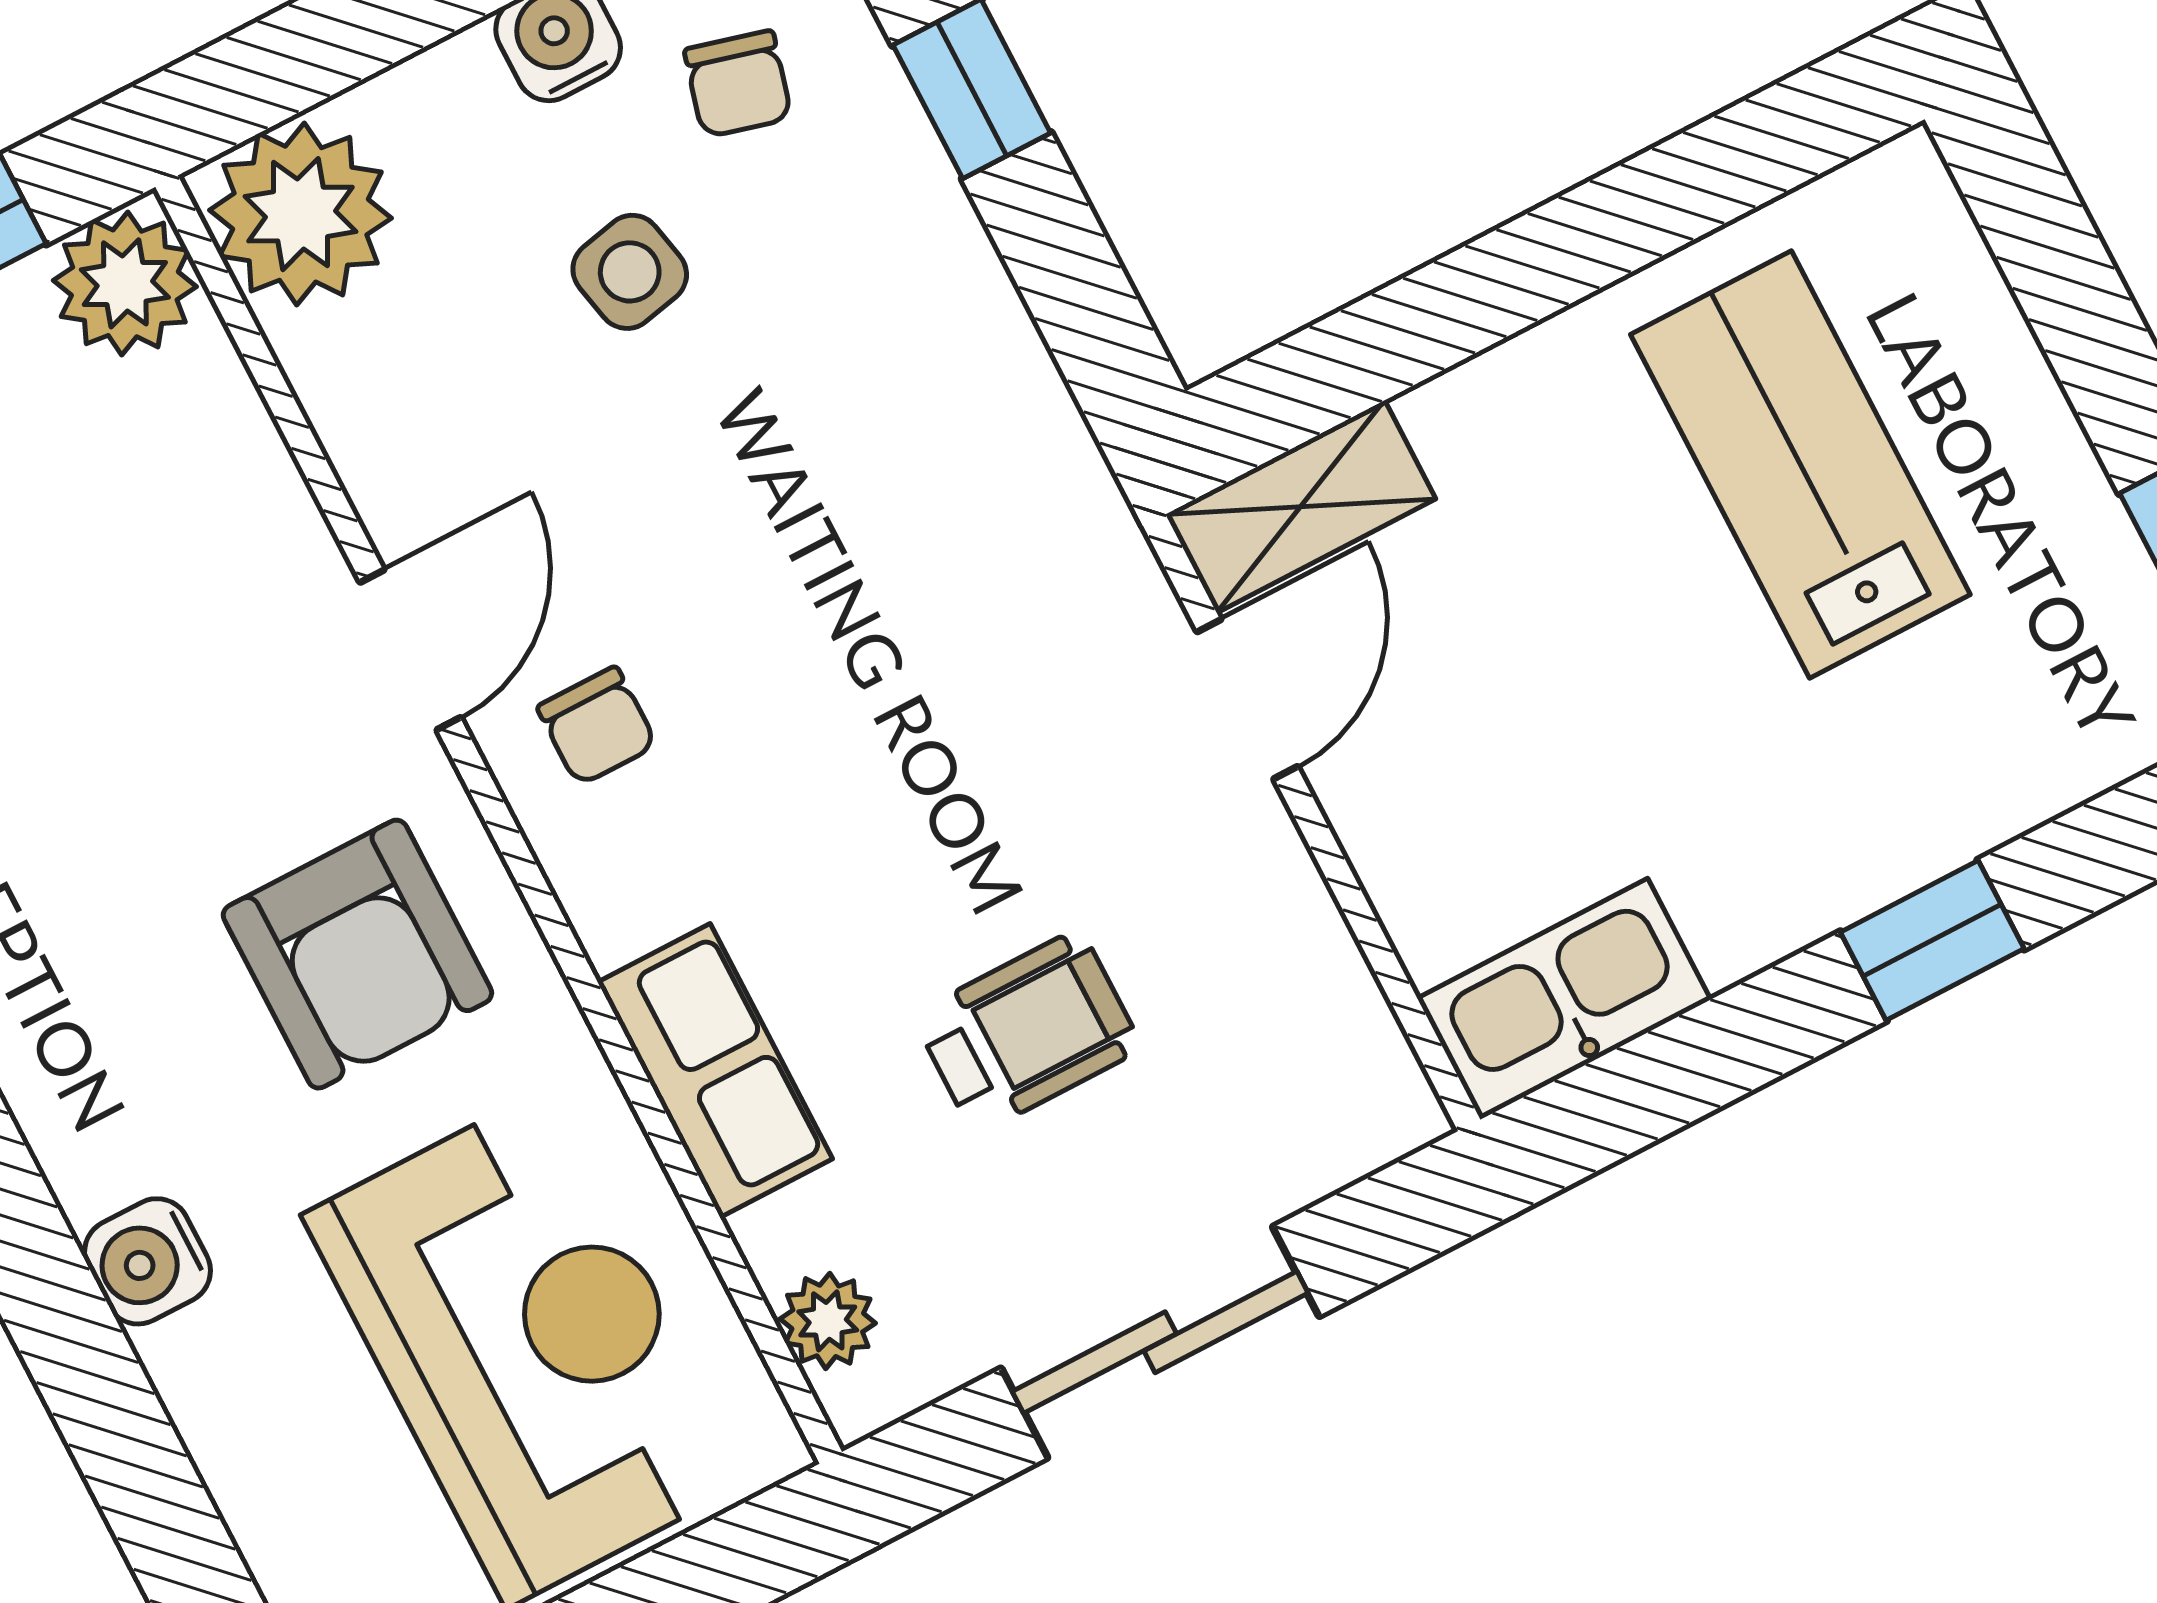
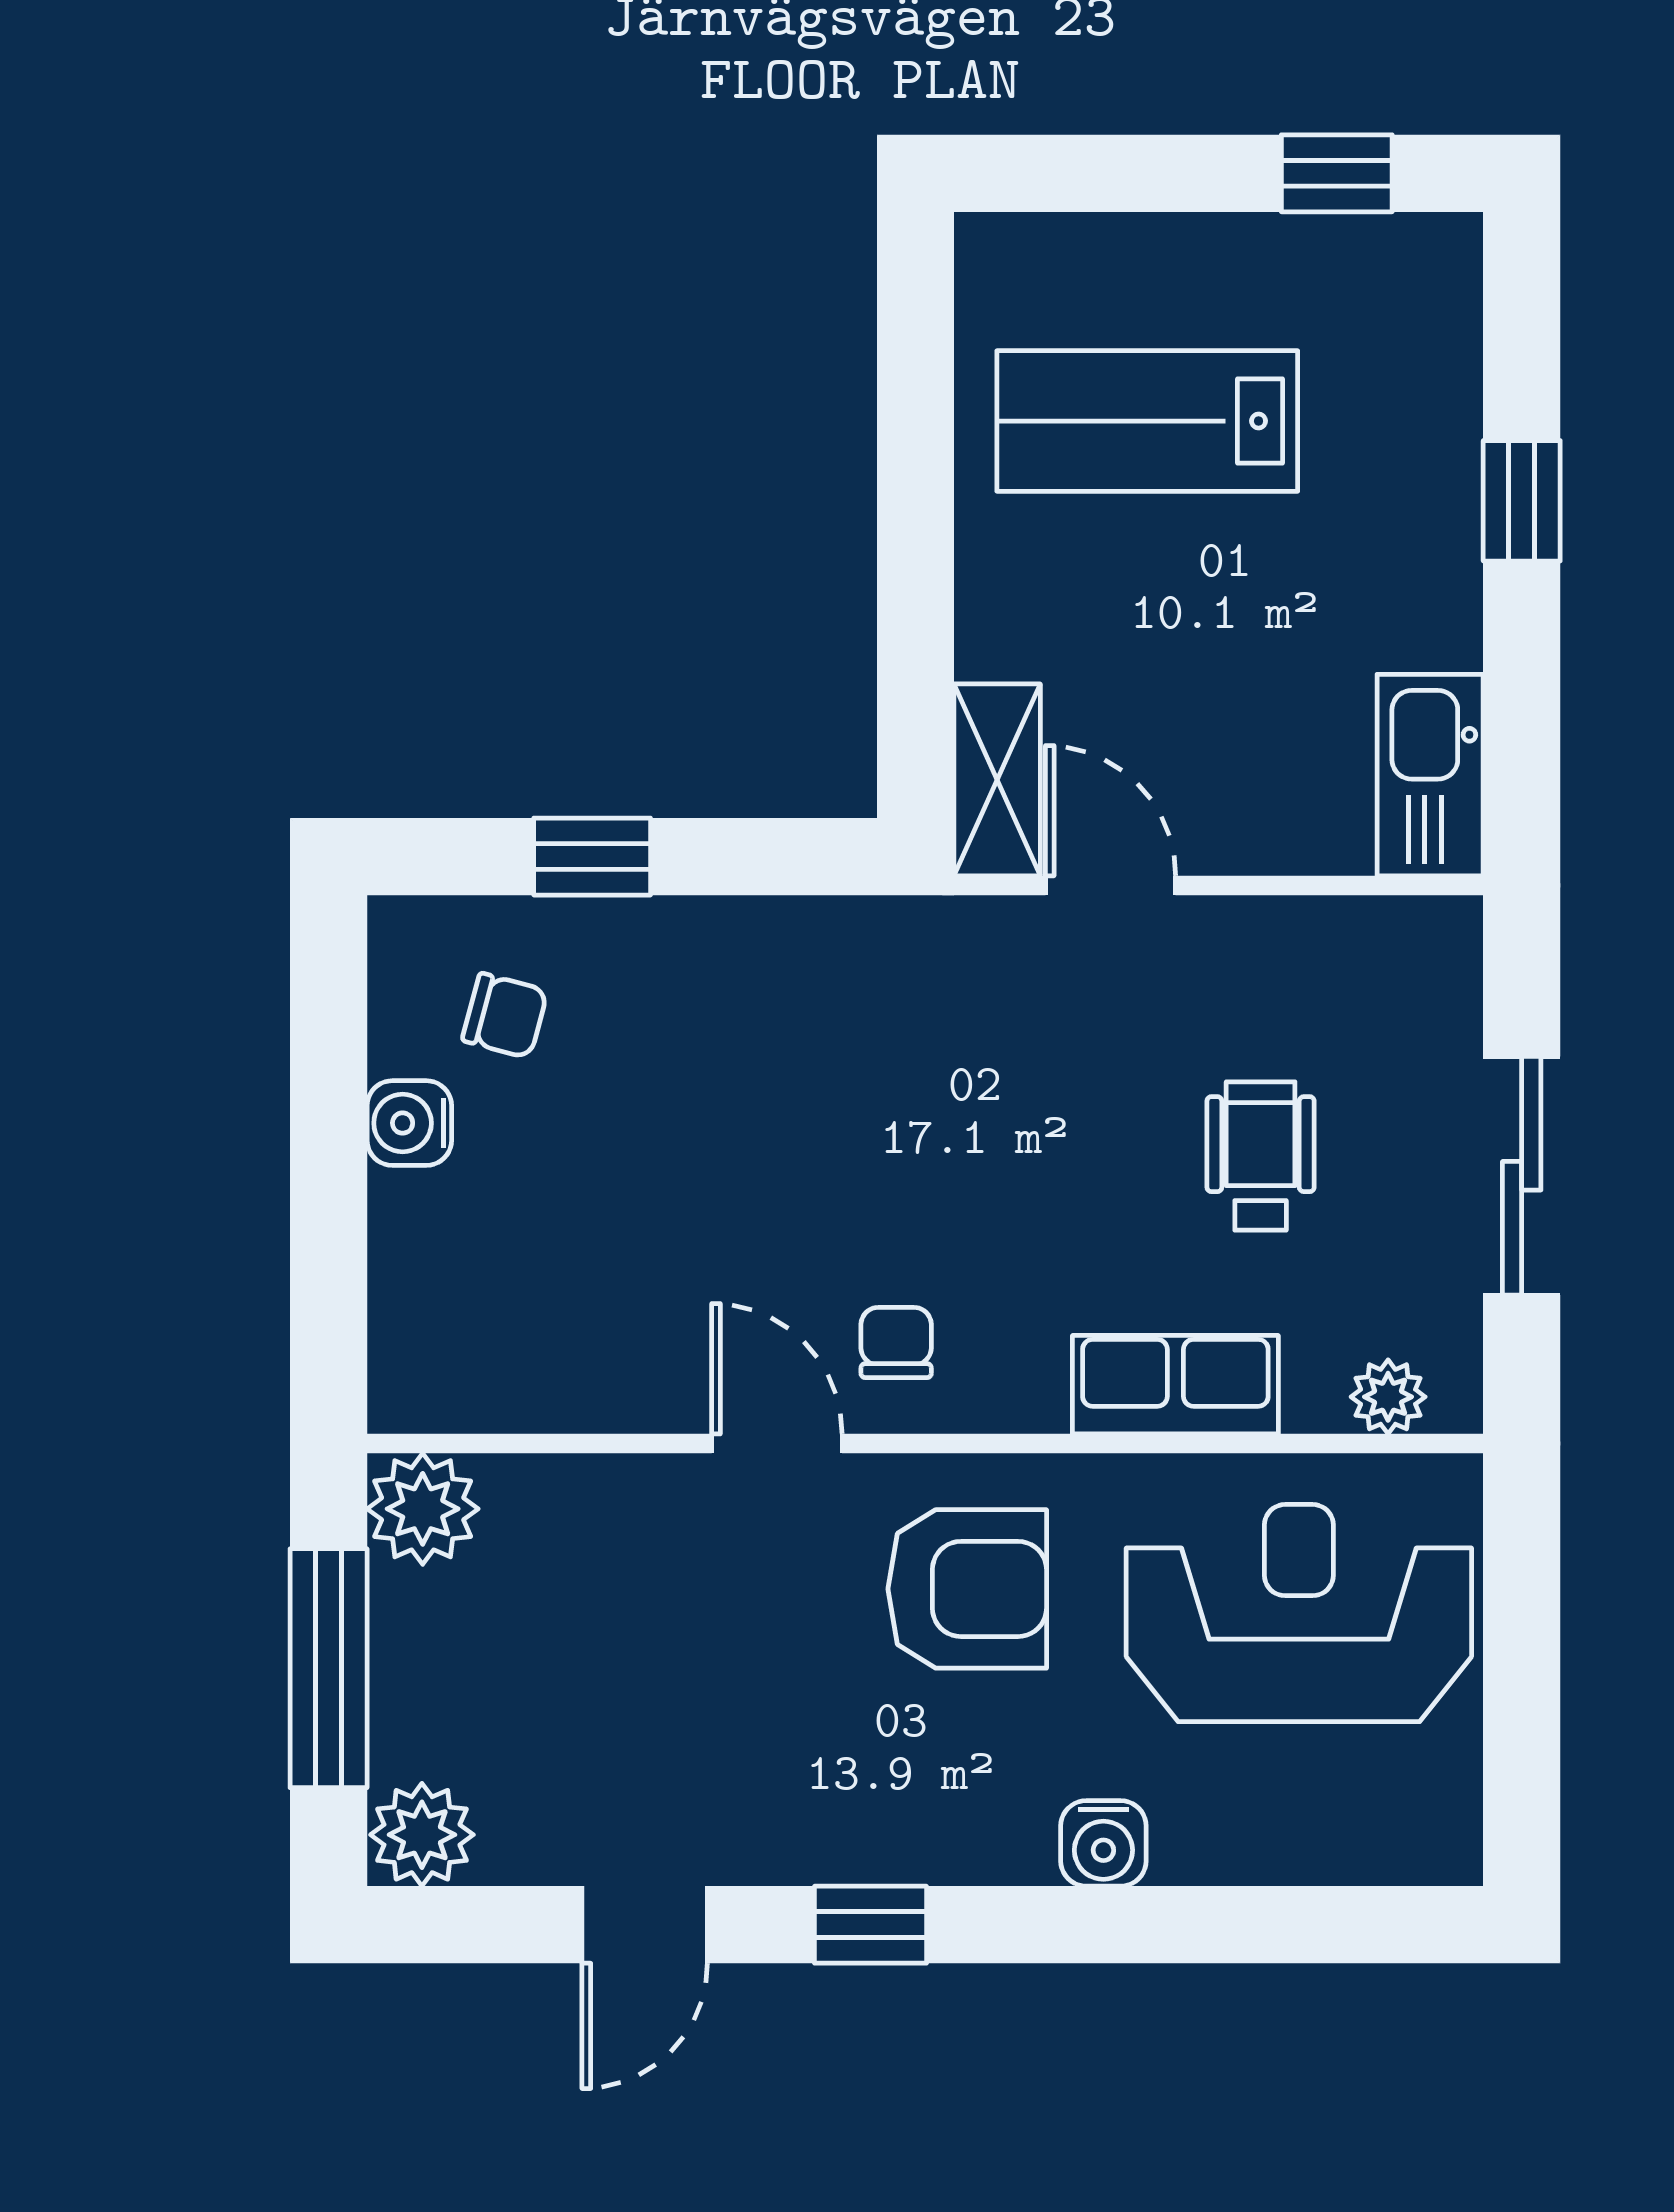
plant: (300, 214) -> (438, 1363), removed
side table: (630, 272) -> (595, 1157), removed
chair: (597, 726) -> (896, 1342), turned -90

